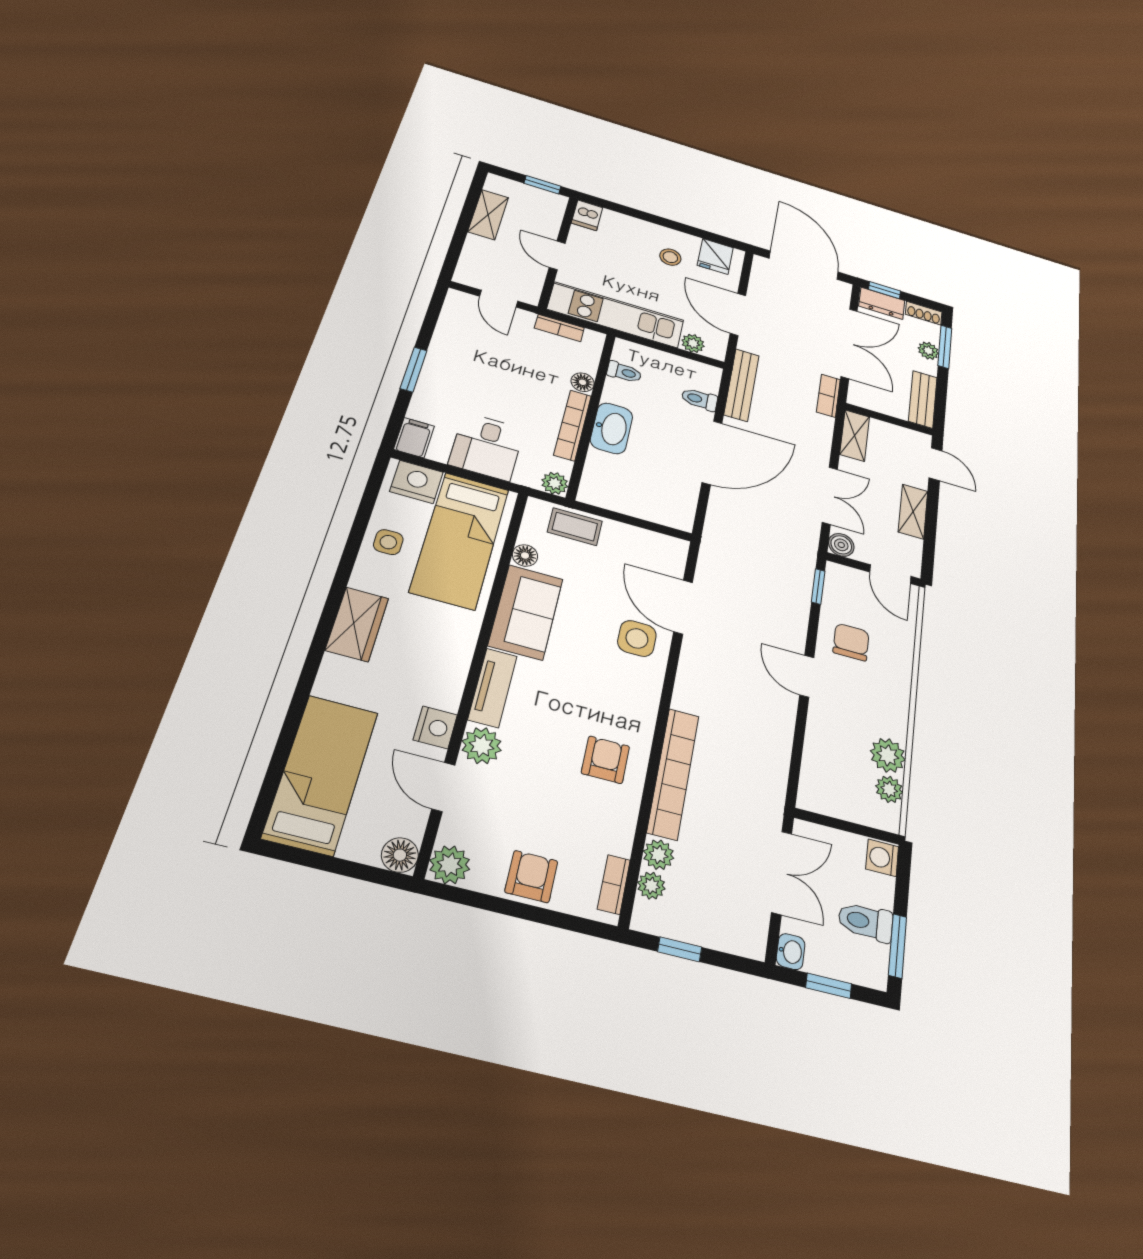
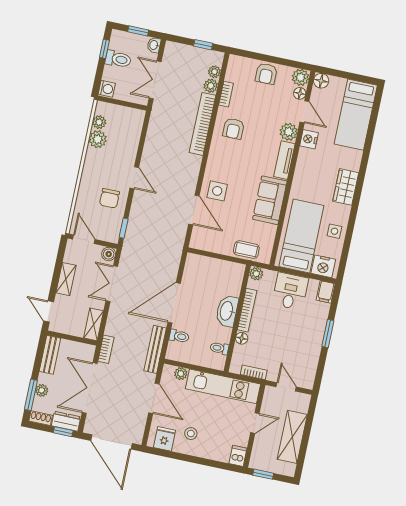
shelving: (488, 215) -> (292, 437), width x1.50, depth x1.33
door: (557, 255) -> (255, 423), hinge flipped
floor lamp: (525, 555) -> (300, 93), moved
bookcase: (614, 884) -> (226, 94), moved
window: (897, 946) -> (104, 49), width x0.67

